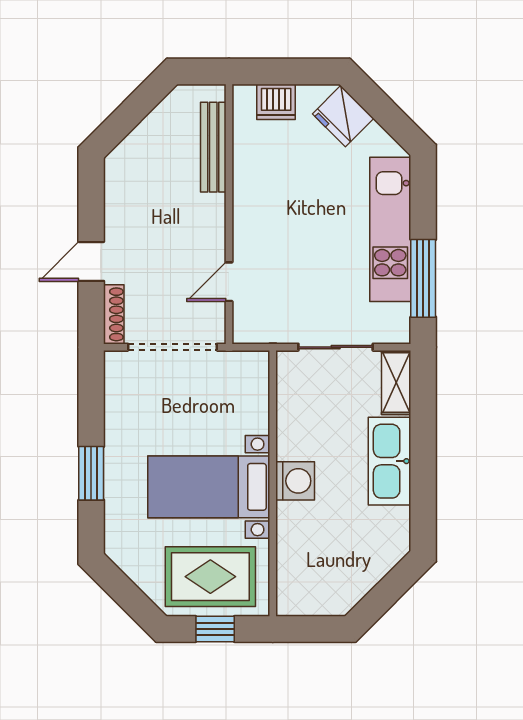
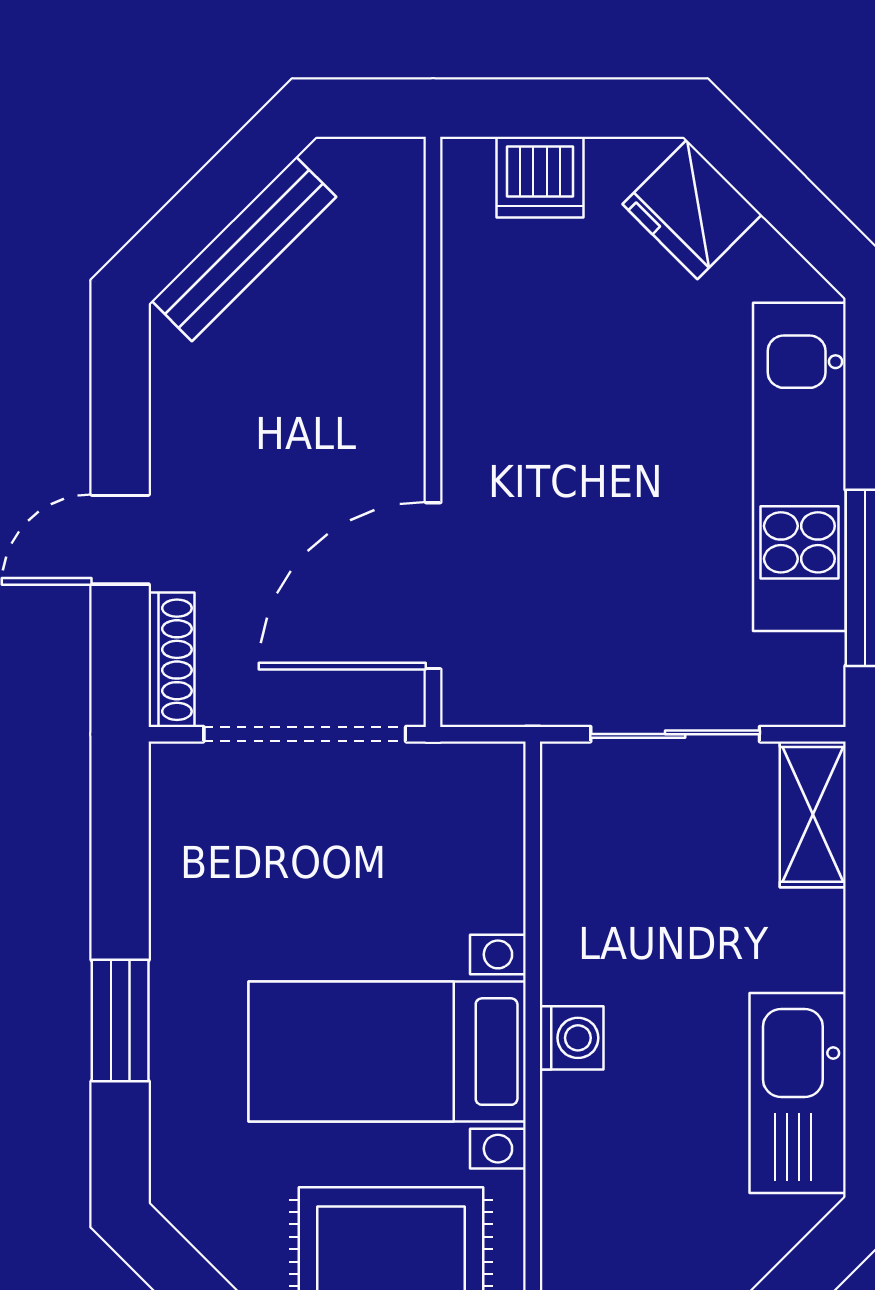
bench: (213, 147) -> (244, 249), moved, turned 45
door: (229, 282) -> (433, 586), width x1.88
kitchen sink: (390, 461) -> (798, 1093), moved
washing machine: (295, 481) -> (572, 1038), width x0.73, depth x0.73

